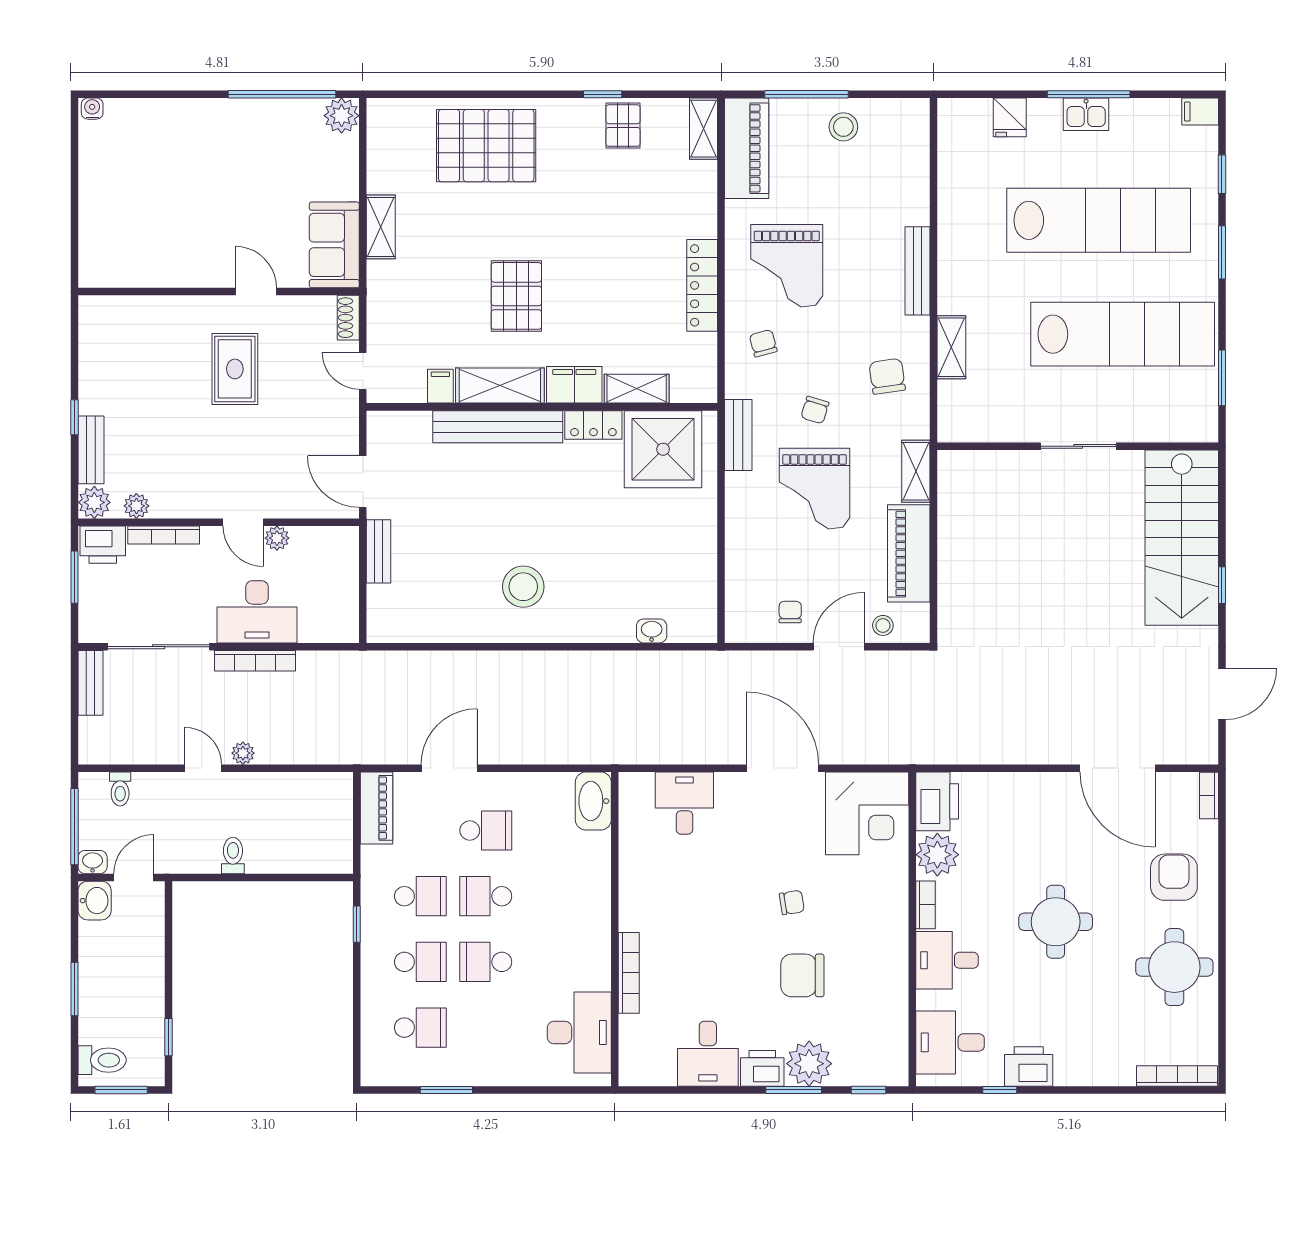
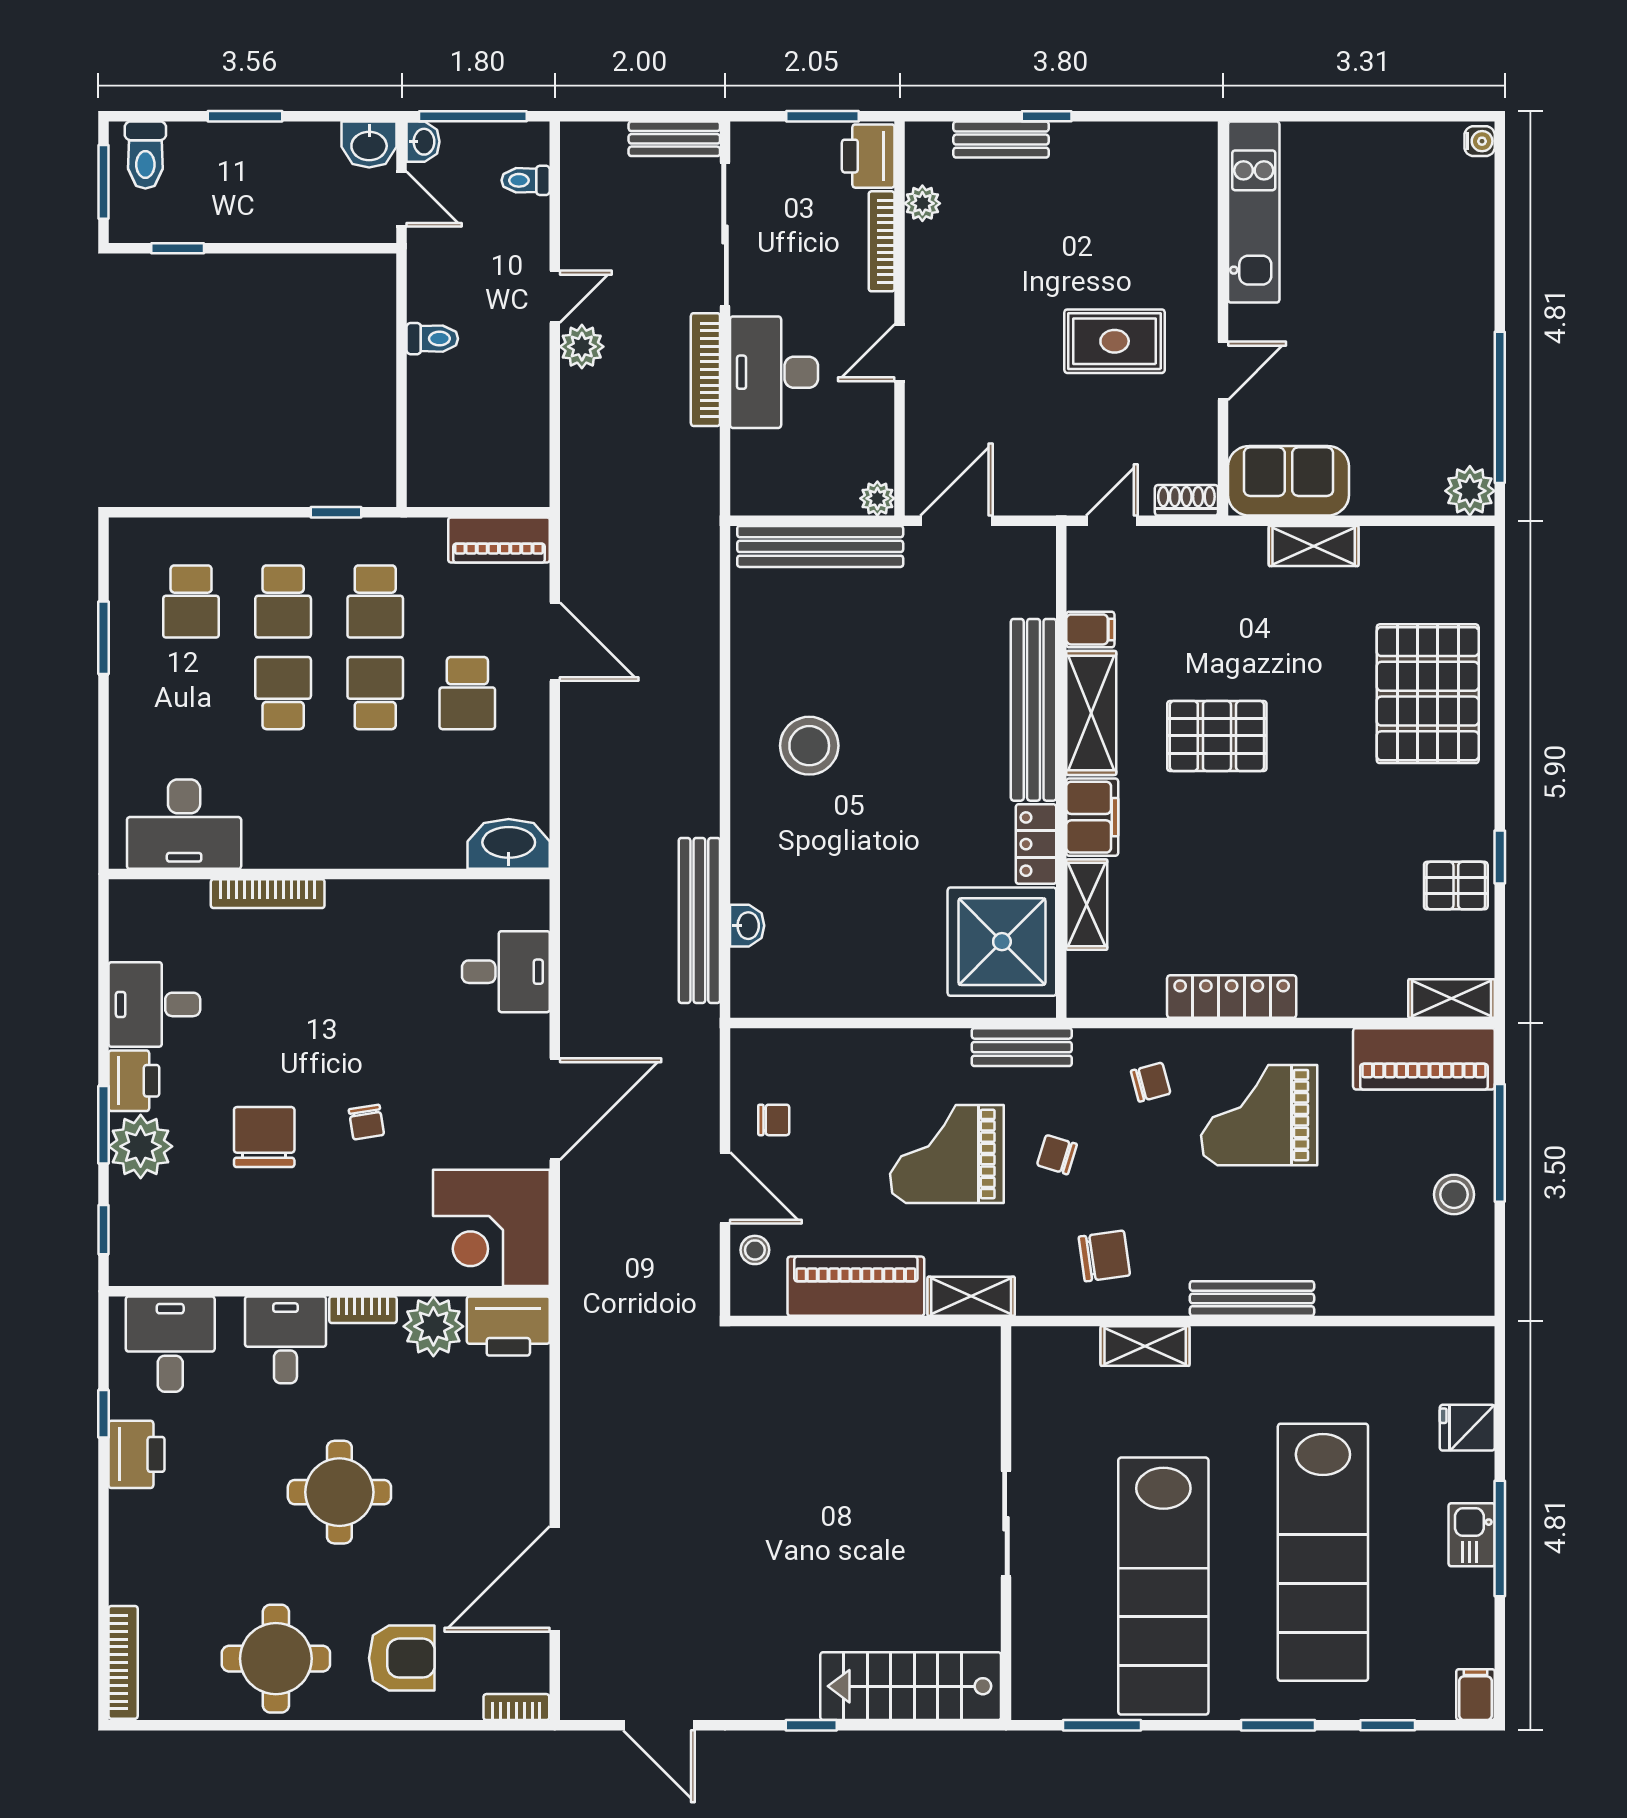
kitchen unit: (143, 270) -> (1254, 212), added
plant: (94, 502) -> (927, 144), removed
plant: (277, 538) -> (877, 498), moved
stairs: (1182, 538) -> (911, 1686), width x0.73, depth x0.66
bench: (379, 551) -> (820, 546), width x1.86, depth x1.21
bench: (648, 665) -> (699, 920), added
plant: (243, 753) -> (582, 347), width x1.38, depth x1.38

